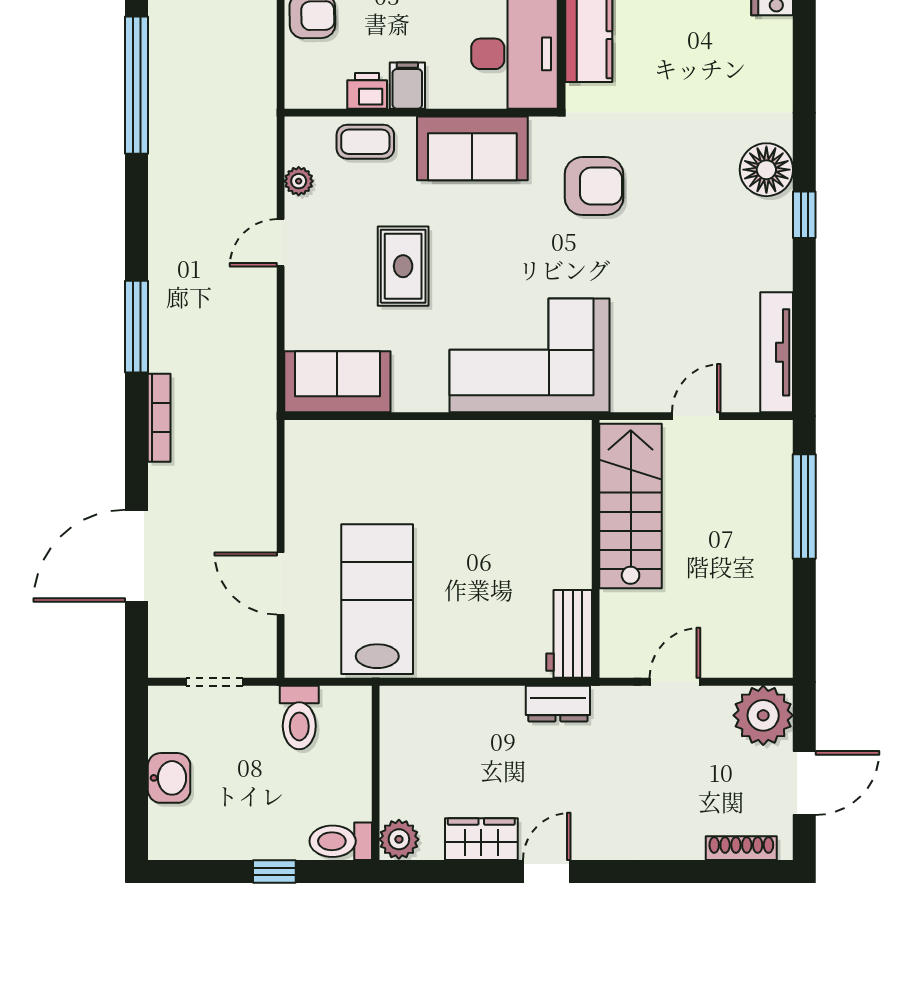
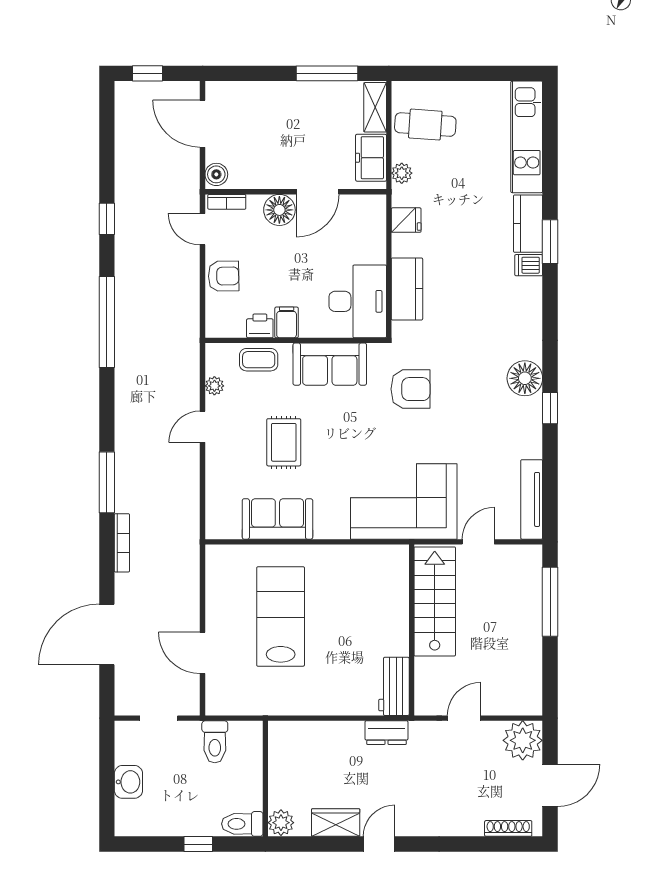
corner sofa: (530, 355) -> (404, 501), moved
sofa: (337, 382) -> (277, 519), moved
lab bench: (377, 599) -> (281, 616), moved

